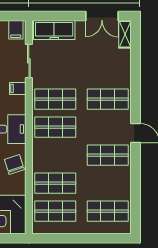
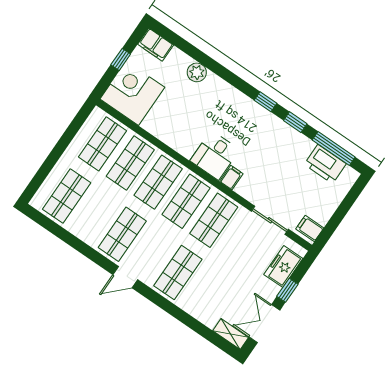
window: (68, 16) -> (287, 290), added
freezer: (54, 30) -> (283, 267), width x0.71
filing cabinet: (18, 88) -> (231, 178), moved
shop shelf: (55, 155) -> (158, 182), added
chair: (14, 165) -> (177, 135), removed

